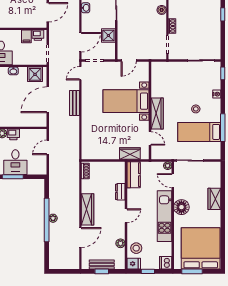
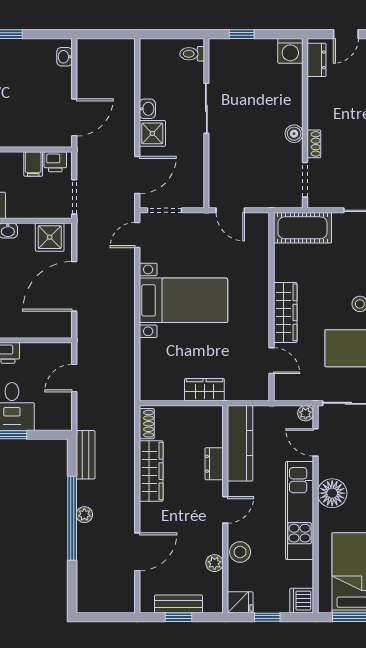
boiler: (162, 10) -> (294, 134), moved
shower: (108, 35) -> (152, 133), moved
door: (129, 60) -> (230, 210), hinge flipped
cot: (166, 70) -> (302, 228), added
bed with nightstands: (126, 101) -> (183, 300), moved, turned 180
bench: (74, 103) -> (86, 455), moved
wardrobe: (130, 153) -> (204, 390), moved
kitchen counter: (134, 175) -> (240, 443), width x1.50
wardrobe: (88, 209) -> (151, 471), moved
stool: (136, 248) -> (240, 552), moved

